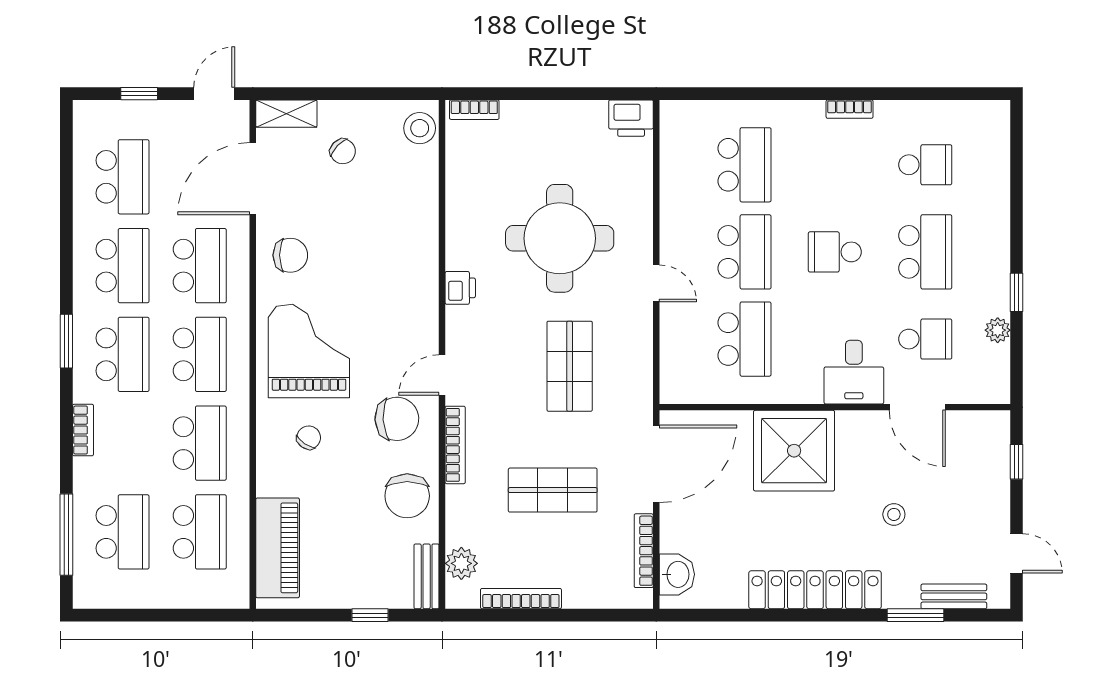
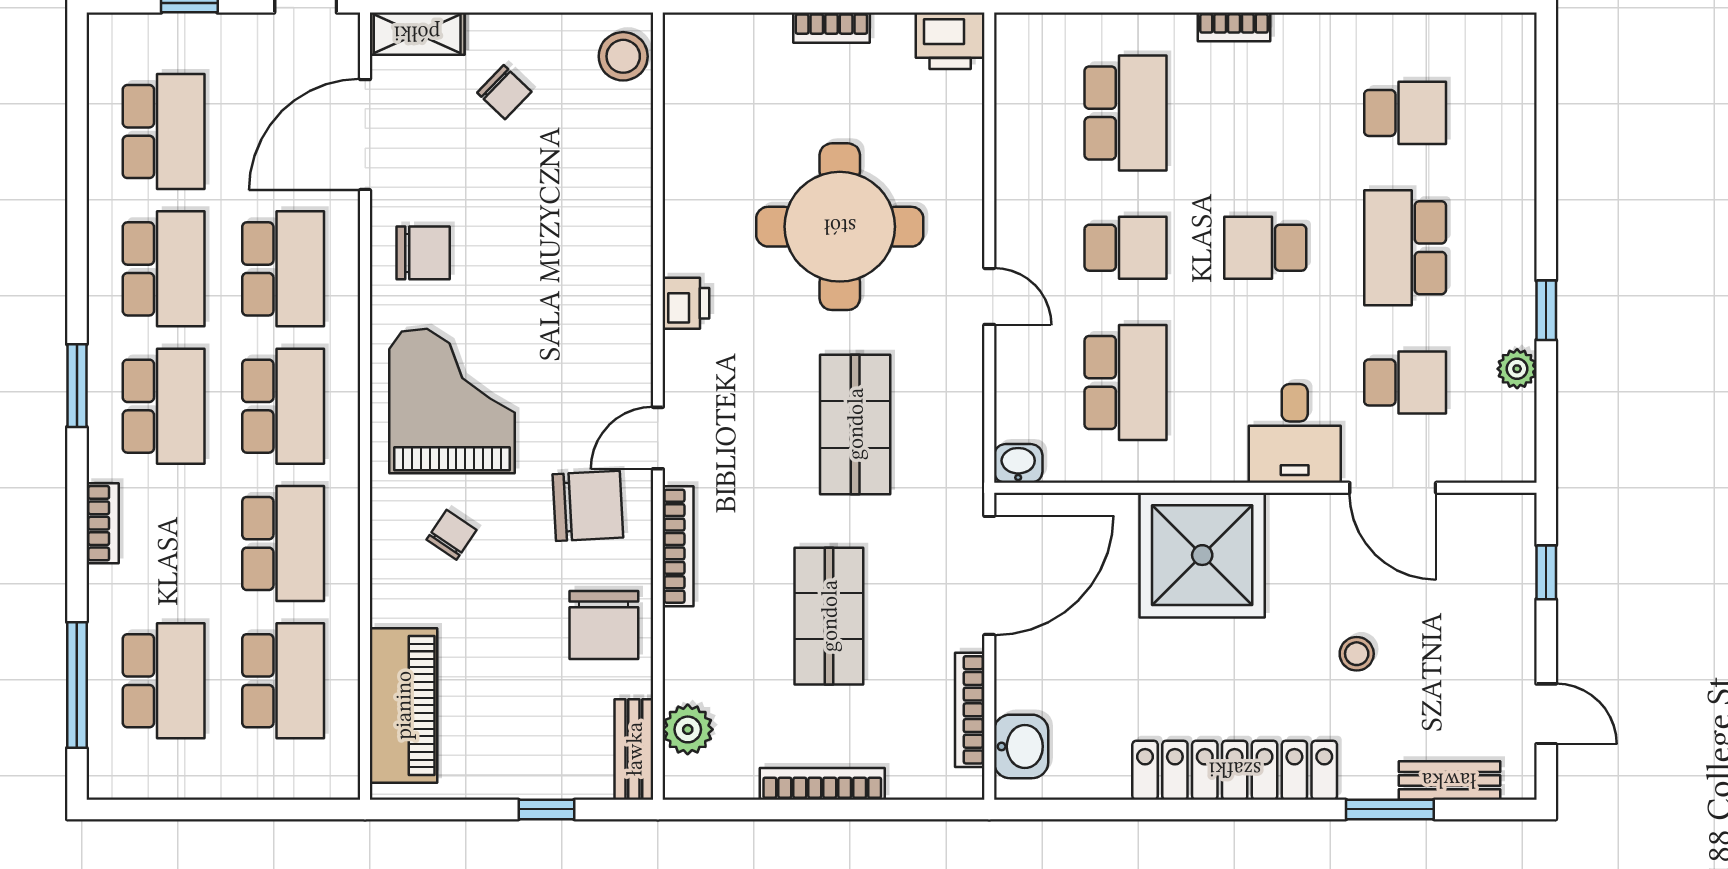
bookcase: (850, 109) -> (1234, 27), moved
bookcase: (474, 110) -> (831, 28), moved
school desk: (744, 252) -> (1126, 248), width x0.54
school desk: (925, 252) -> (1405, 248), turned 180
washbasin: (675, 391) -> (1018, 463), added
shop shelf: (553, 490) -> (829, 616), turned 90
bookcase: (521, 599) -> (822, 784), moved

